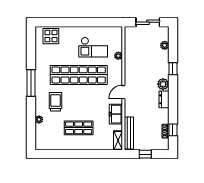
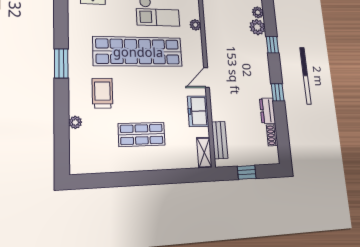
window: (31, 83) -> (61, 63), width x0.69
plant: (163, 84) -> (257, 27), moved
dresser: (164, 99) -> (267, 111), moved
window: (173, 130) -> (278, 92), moved
bench: (129, 133) -> (220, 140), width x0.73

